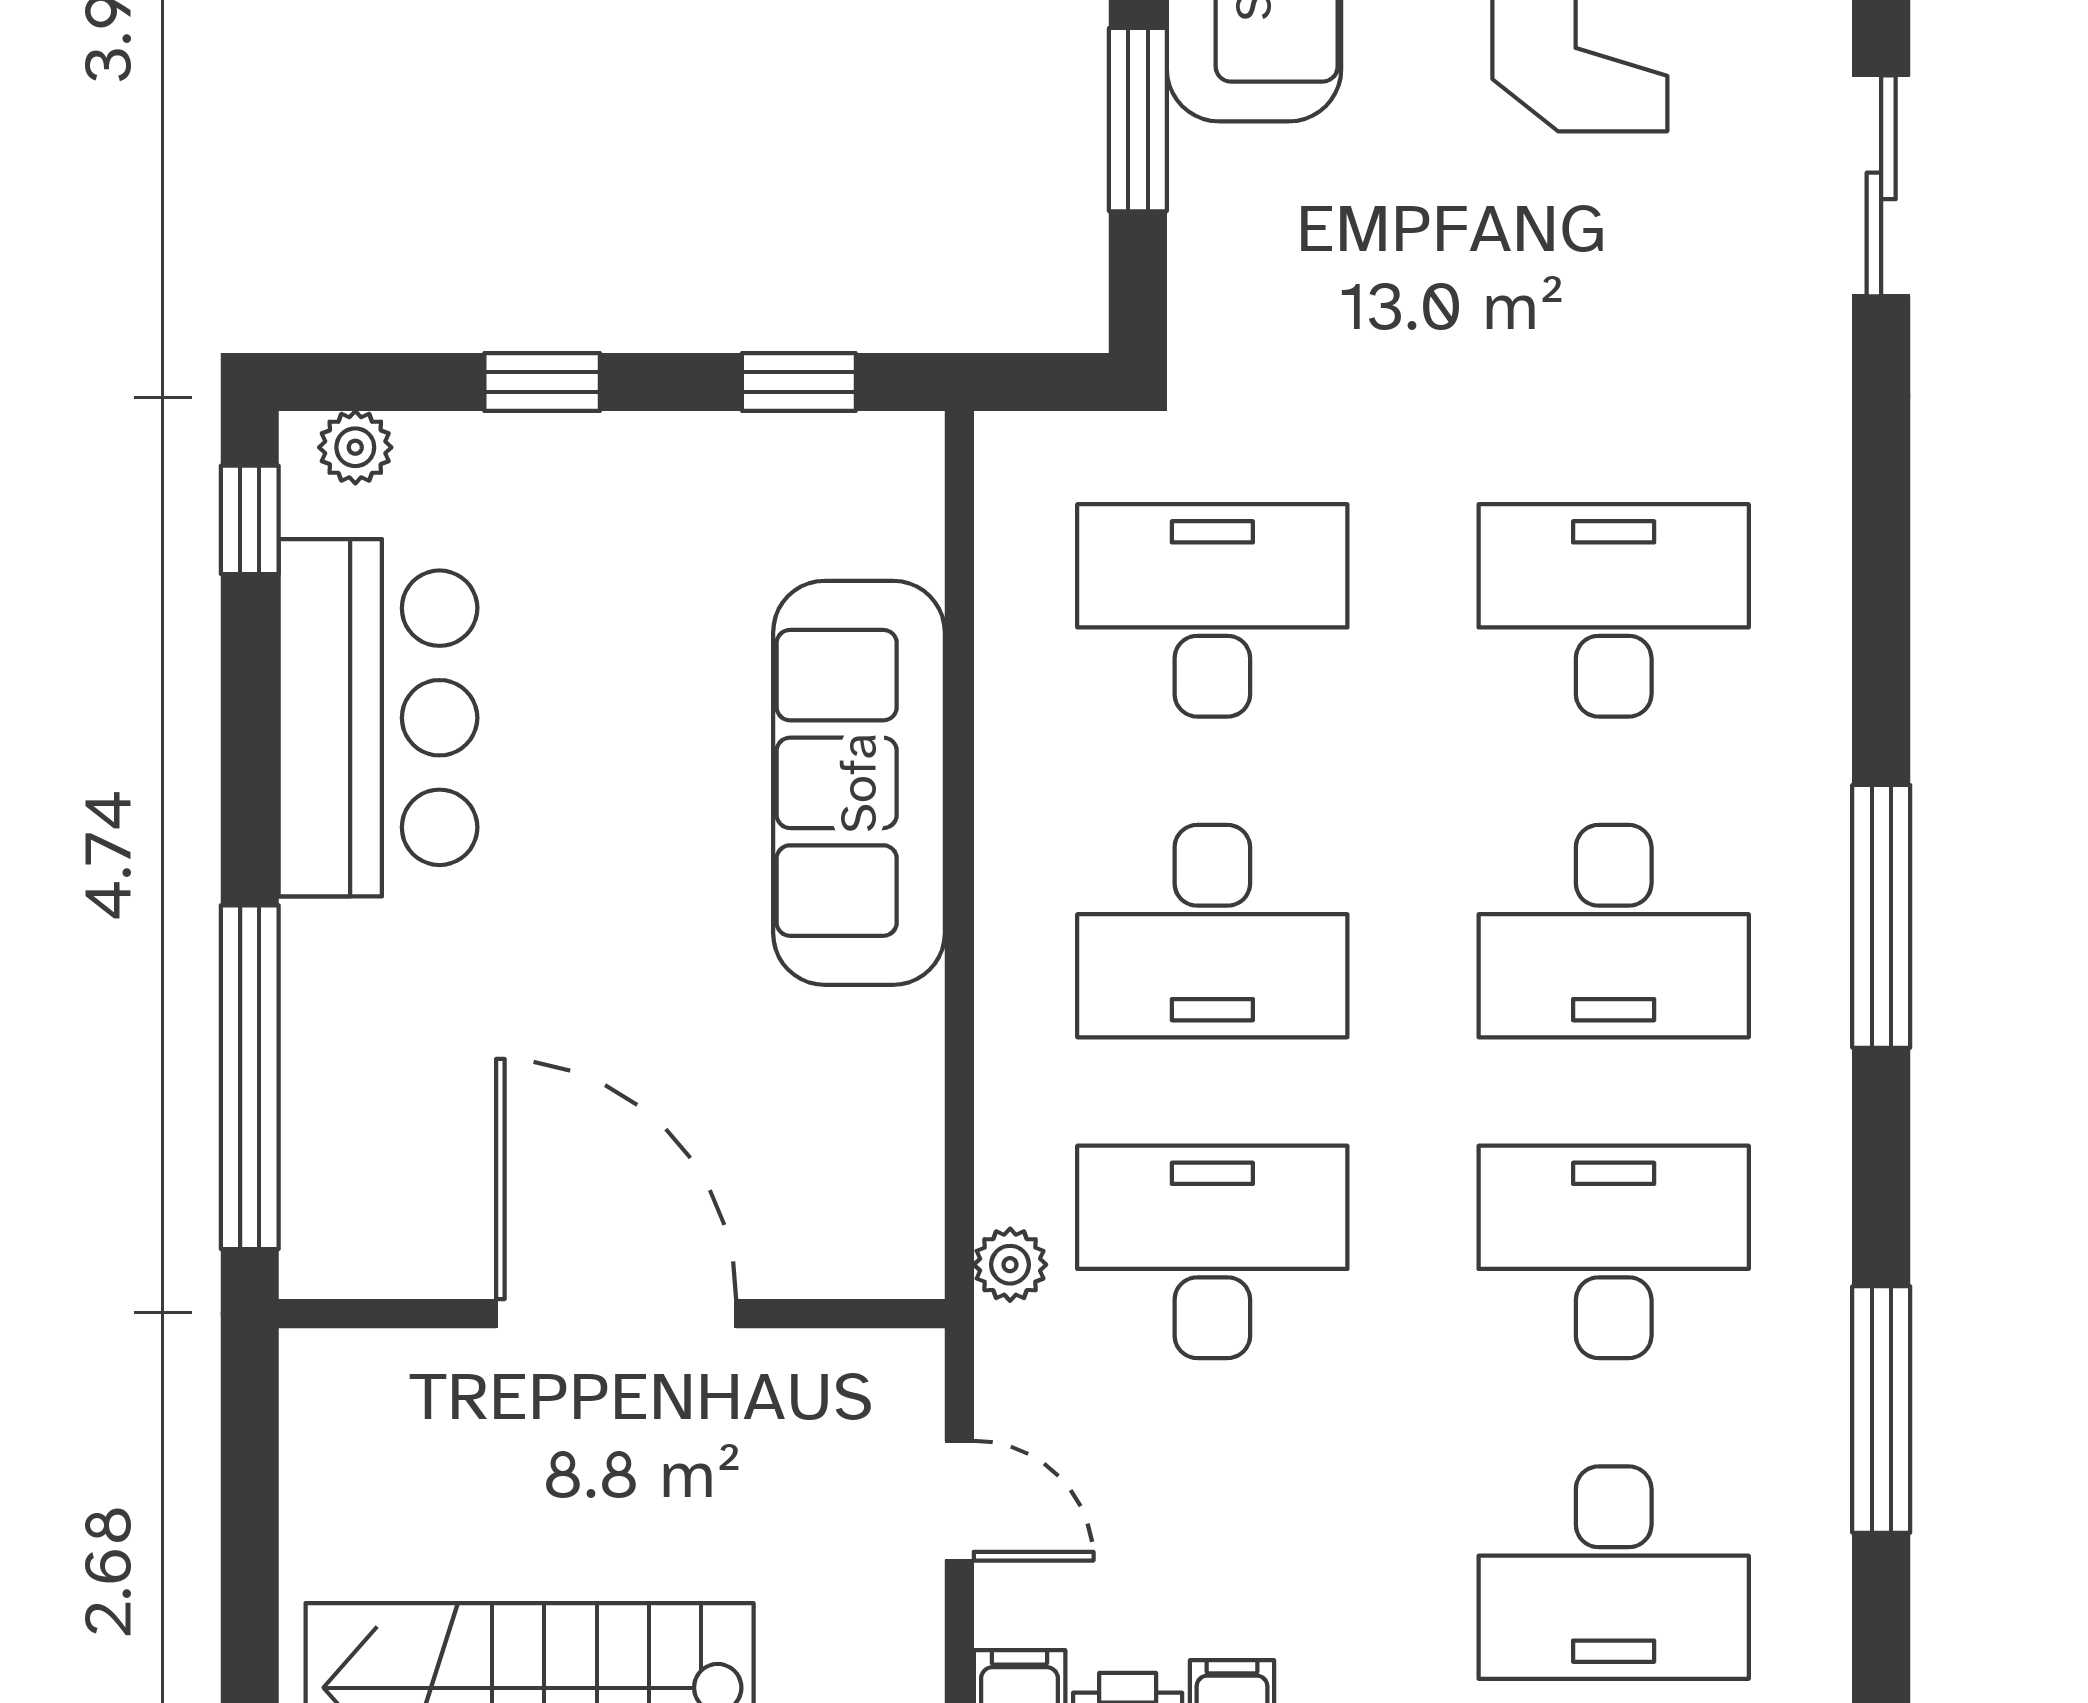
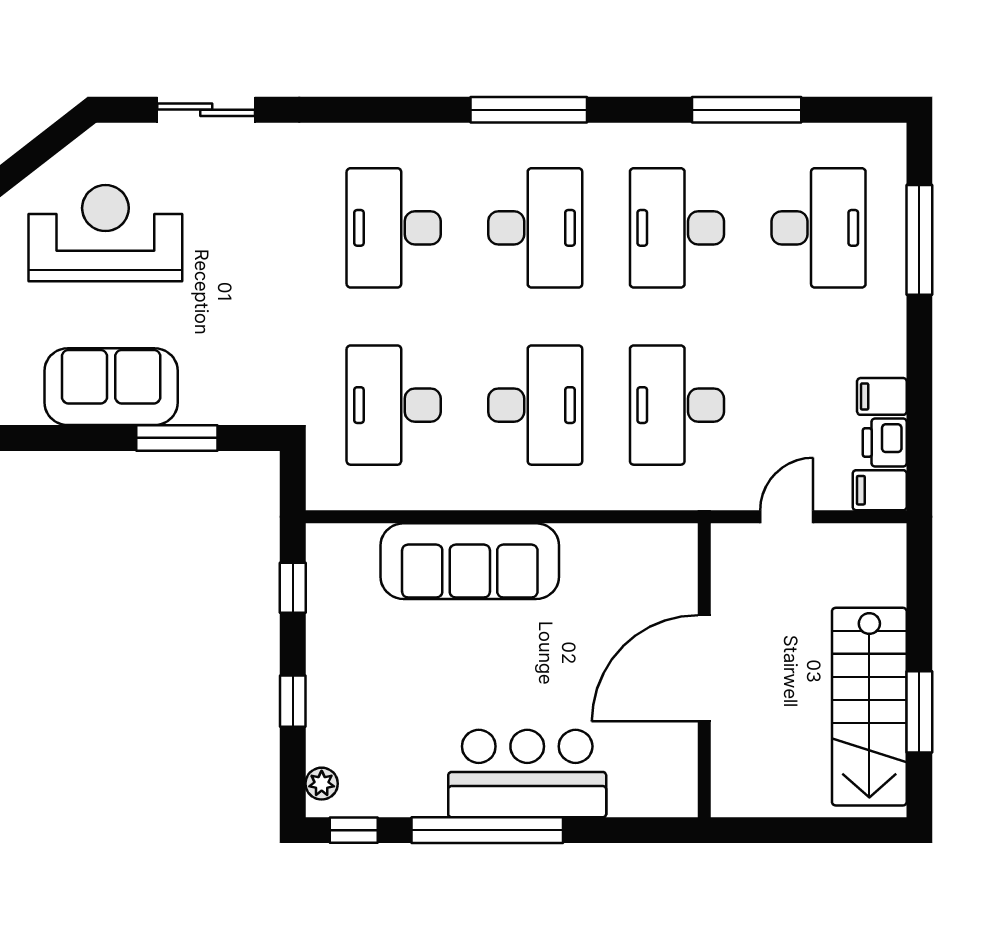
bar counter: (378, 718) -> (527, 774), moved
window: (250, 1077) -> (487, 830), moved
plant: (1010, 1265) -> (683, 494), removed

